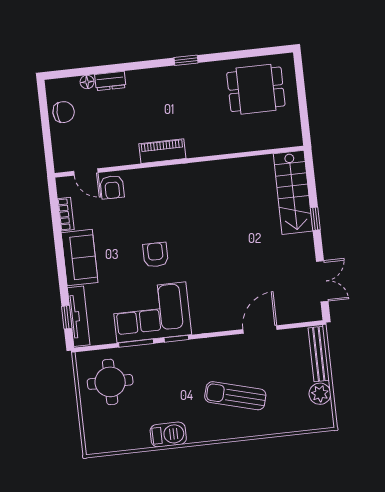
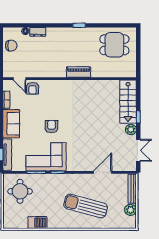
piano: (162, 151) -> (79, 72), moved
plant: (304, 244) -> (131, 129), added
sun lounger: (235, 396) -> (86, 206), width x1.36, depth x1.34
barbecue: (168, 435) -> (37, 223), moved

